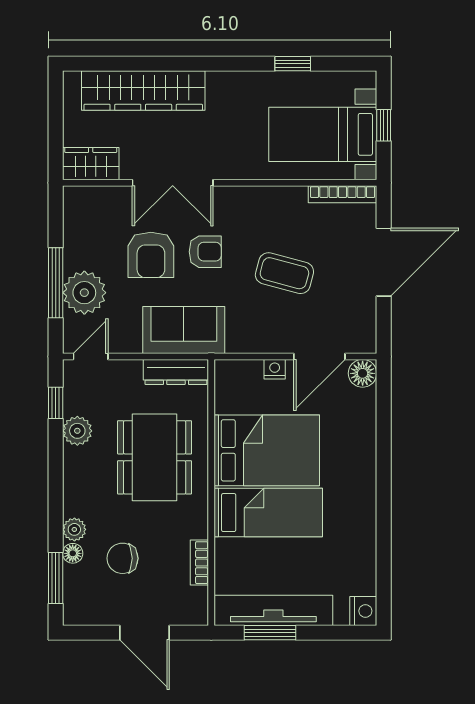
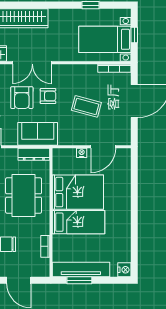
floor lamp: (363, 373) -> (124, 155), removed

